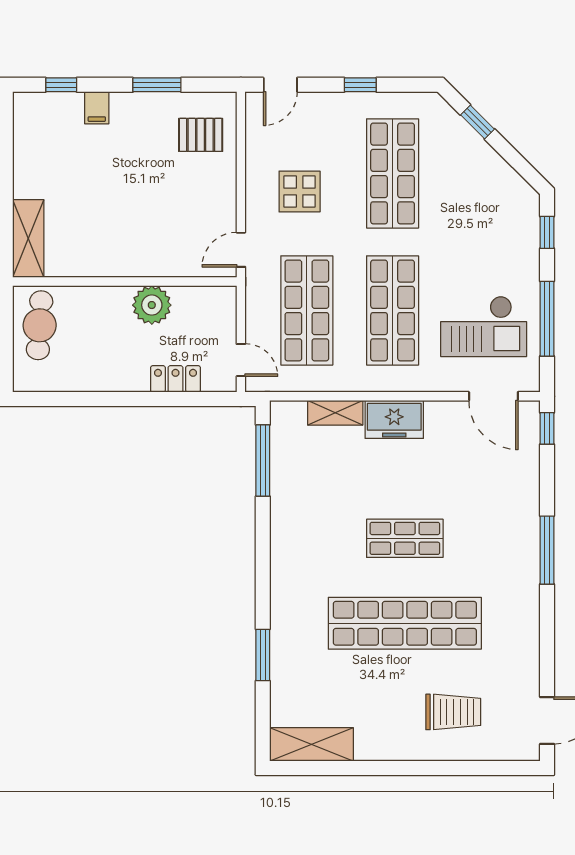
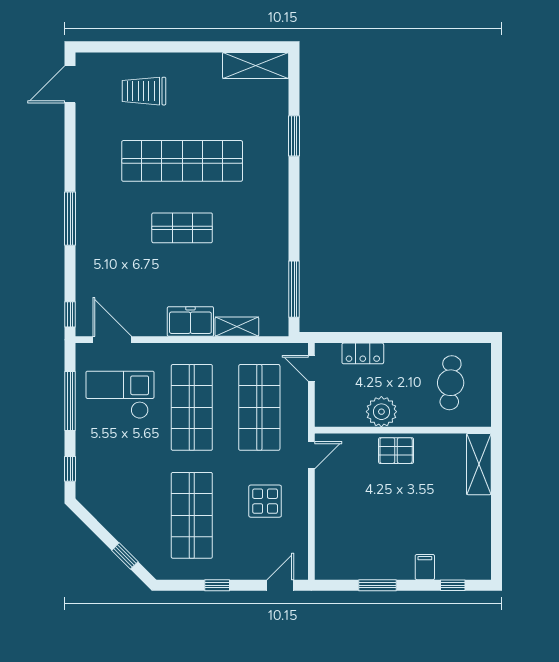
pallet: (201, 135) -> (396, 451), moved
cafe table: (40, 325) -> (451, 383), moved

